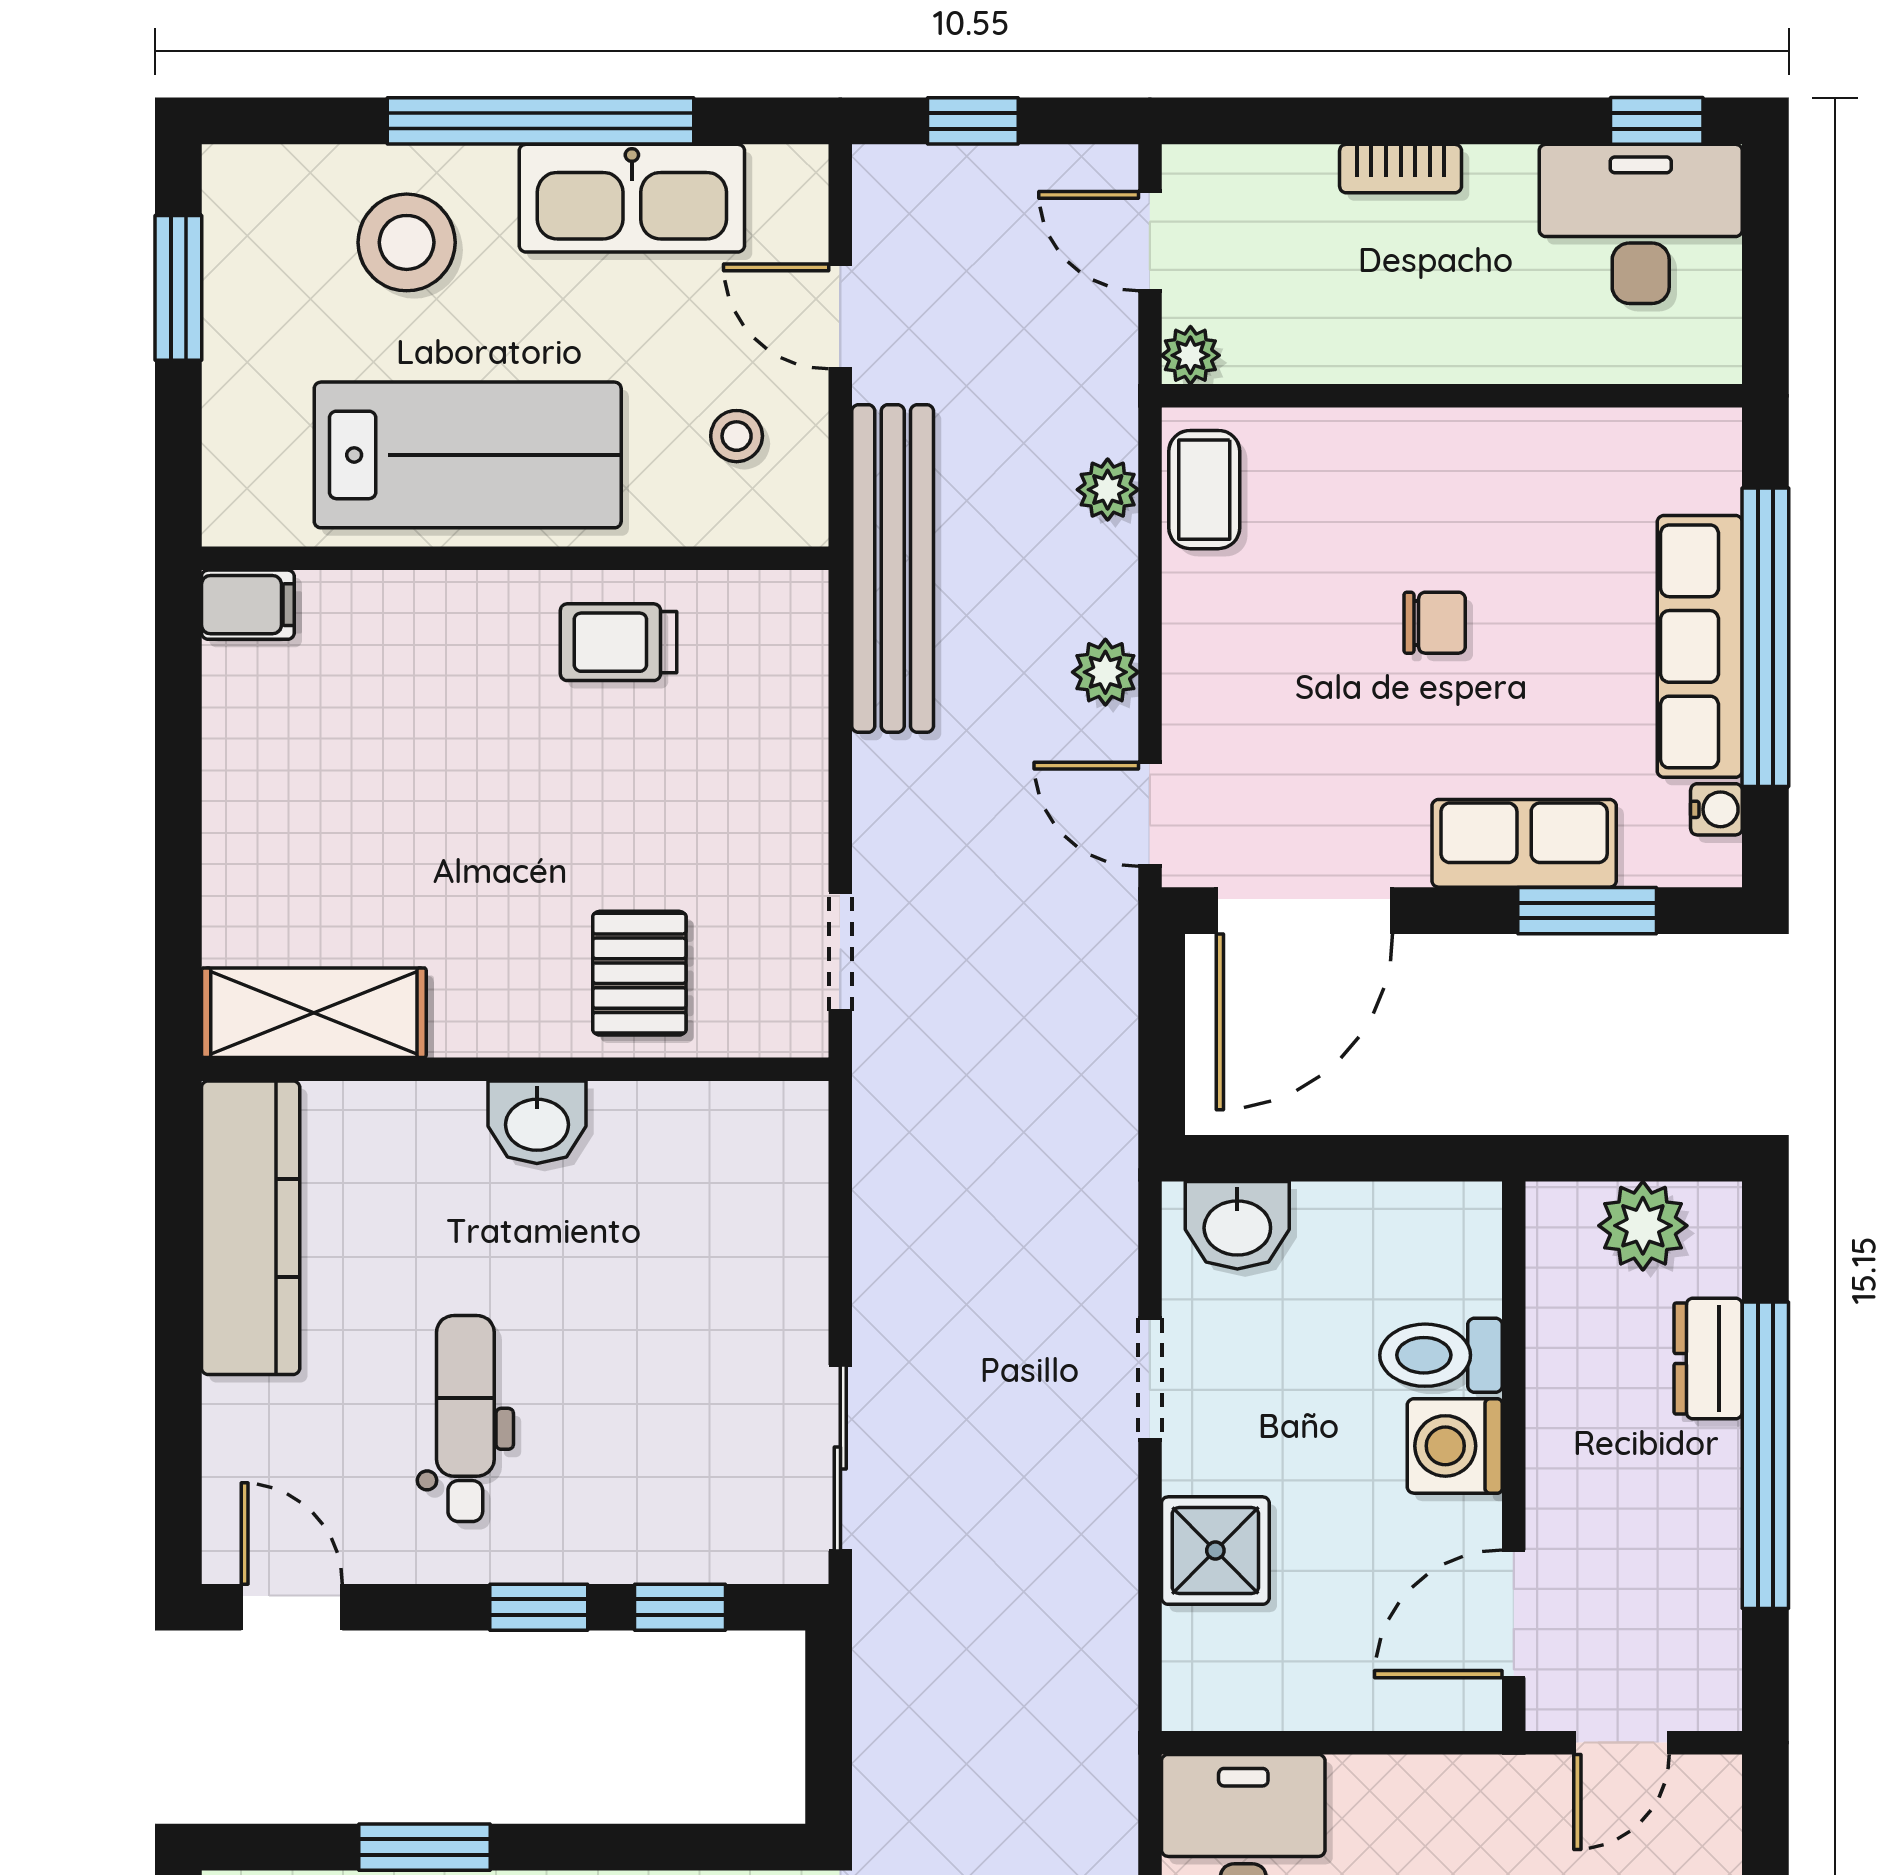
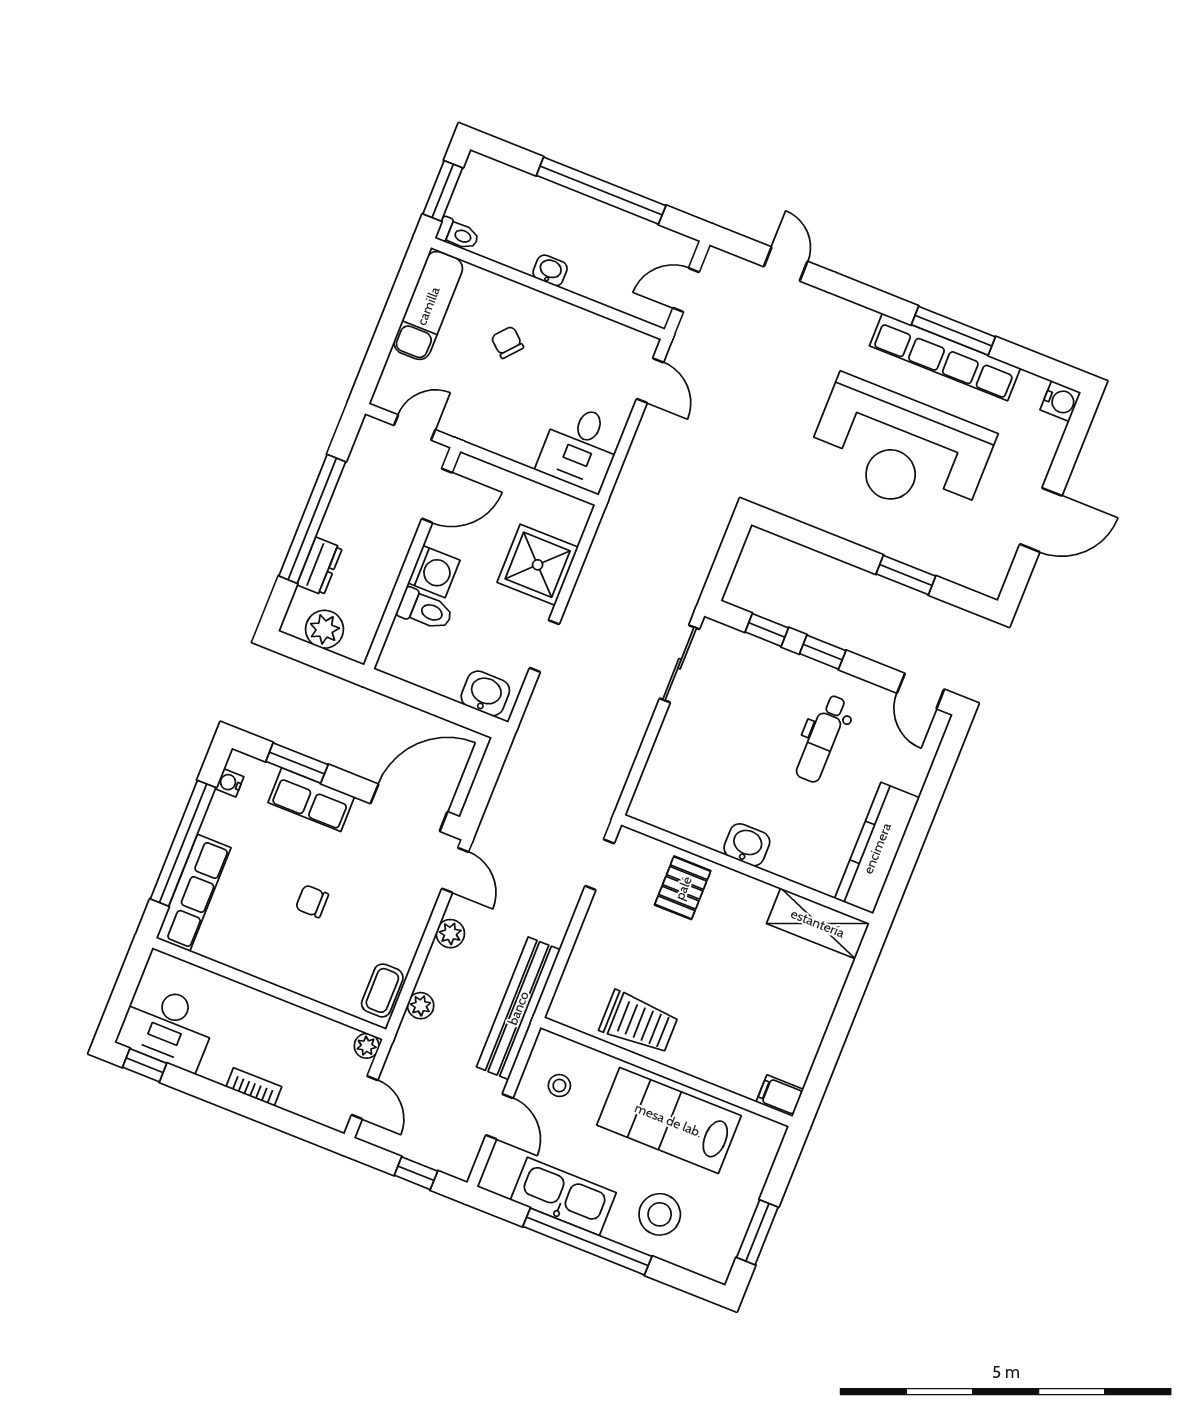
trolley: (619, 642) -> (639, 1022), width x1.36, depth x1.39
row of seats: (1700, 646) -> (194, 893), moved
shower: (1215, 1551) -> (538, 565), width x1.36, depth x1.36

